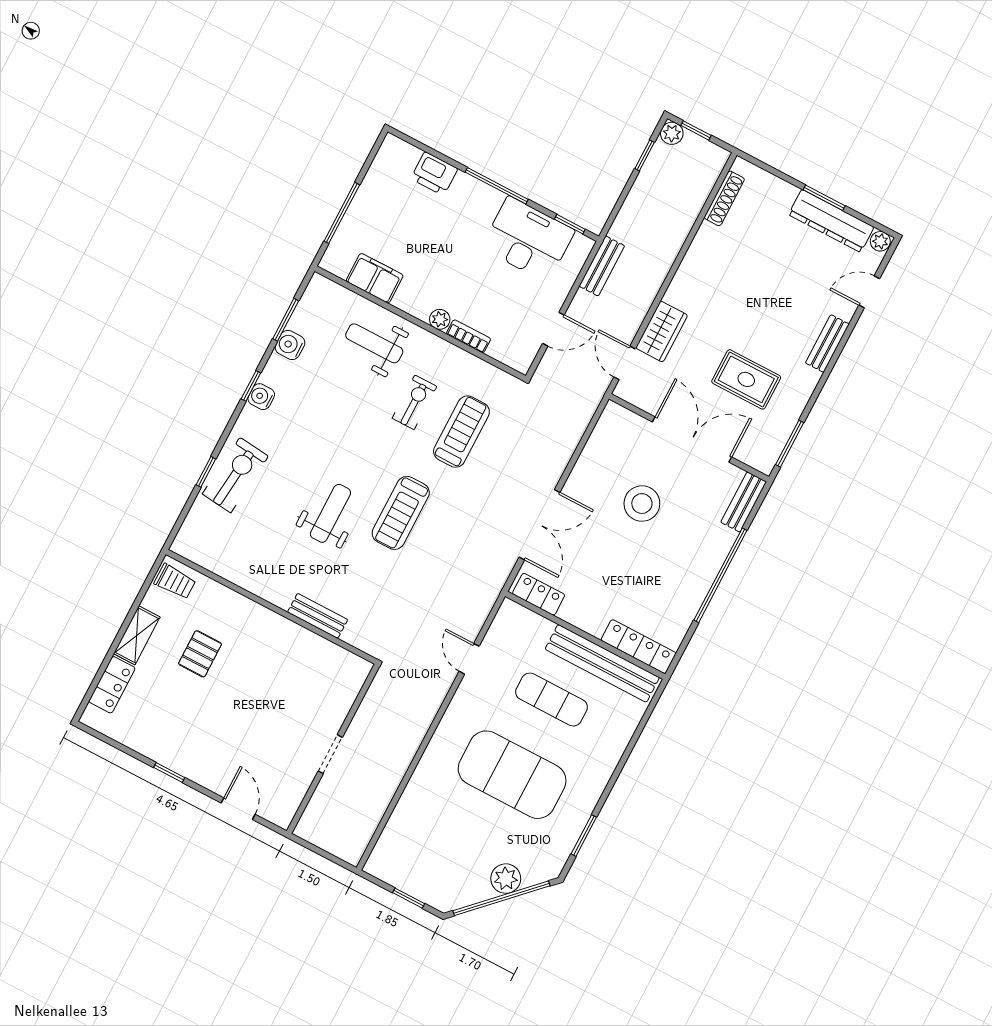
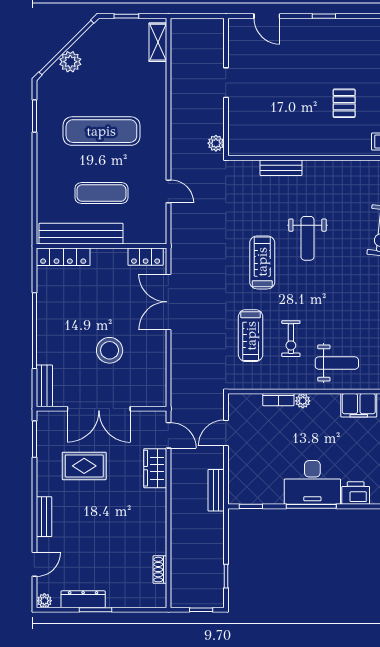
plant: (672, 133) -> (216, 143), moved
shoe rack: (724, 198) -> (160, 570), width x0.70
dresser: (831, 221) -> (83, 599), width x0.73, depth x0.80
desk: (528, 239) -> (312, 482), moved
exercise mat: (512, 775) -> (101, 131), width x0.68
shelving: (387, 847) -> (158, 42), added

